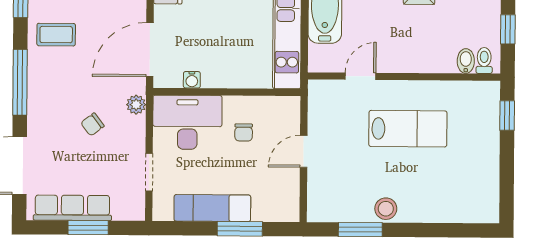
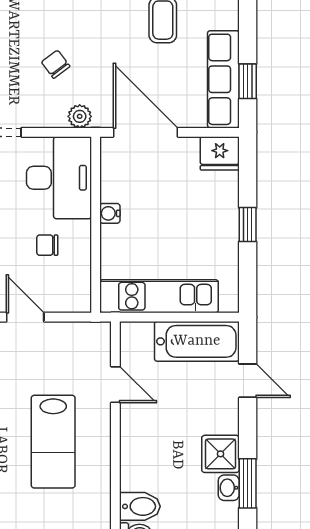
bidet: (466, 61) -> (140, 506), width x1.38, depth x1.36
water cooler: (192, 80) -> (110, 213), moved

